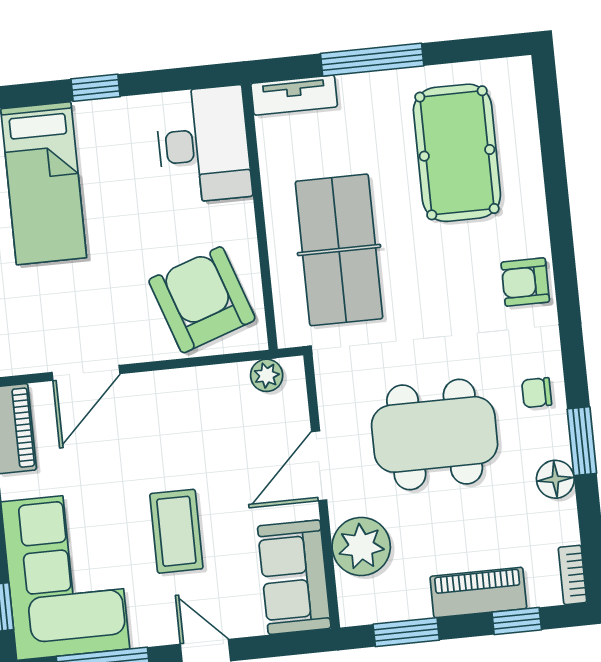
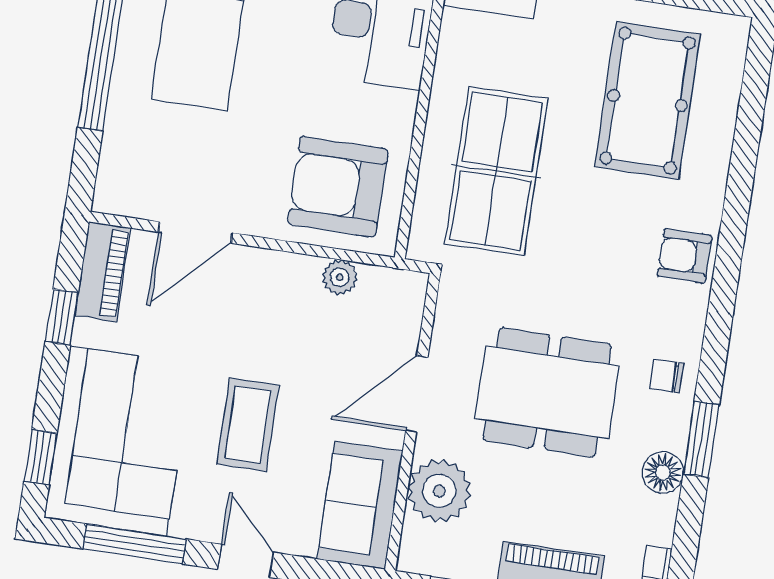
armchair: (202, 300) -> (338, 187), turned -71
plant: (267, 375) -> (340, 277), moved

